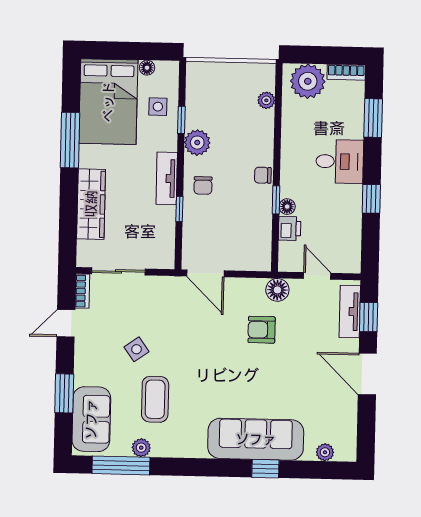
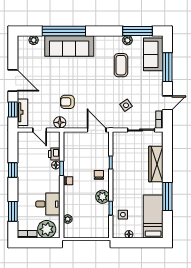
bed: (108, 102) -> (153, 217), width x0.67
desk: (340, 161) -> (48, 204), moved, turned 180
tv unit: (167, 178) -> (118, 178), removed
armchair: (262, 330) -> (67, 102), turned 180
side table: (136, 349) -> (126, 105), moved
window: (64, 393) -> (167, 67), width x1.44
window: (265, 469) -> (64, 31), width x3.17

